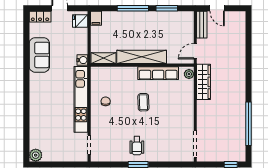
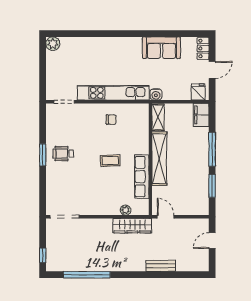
filing cabinet: (96, 18) -> (201, 115), width x2.00
bench: (202, 25) -> (161, 266), moved
plant: (189, 74) -> (126, 210), moved

